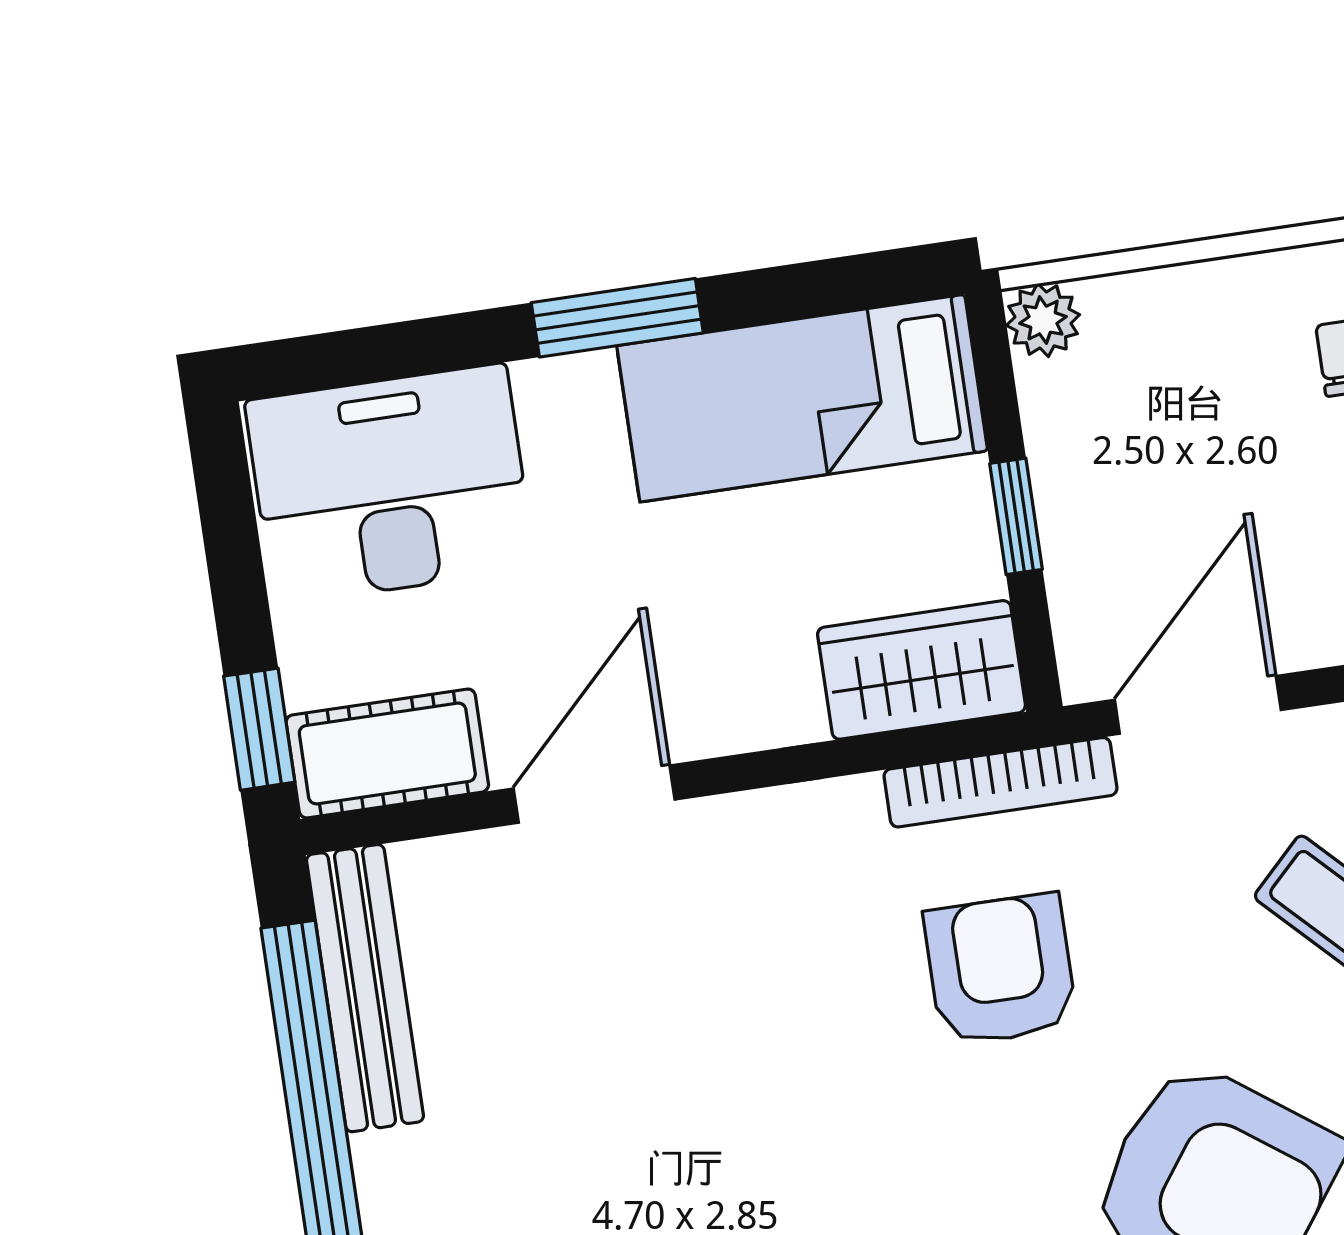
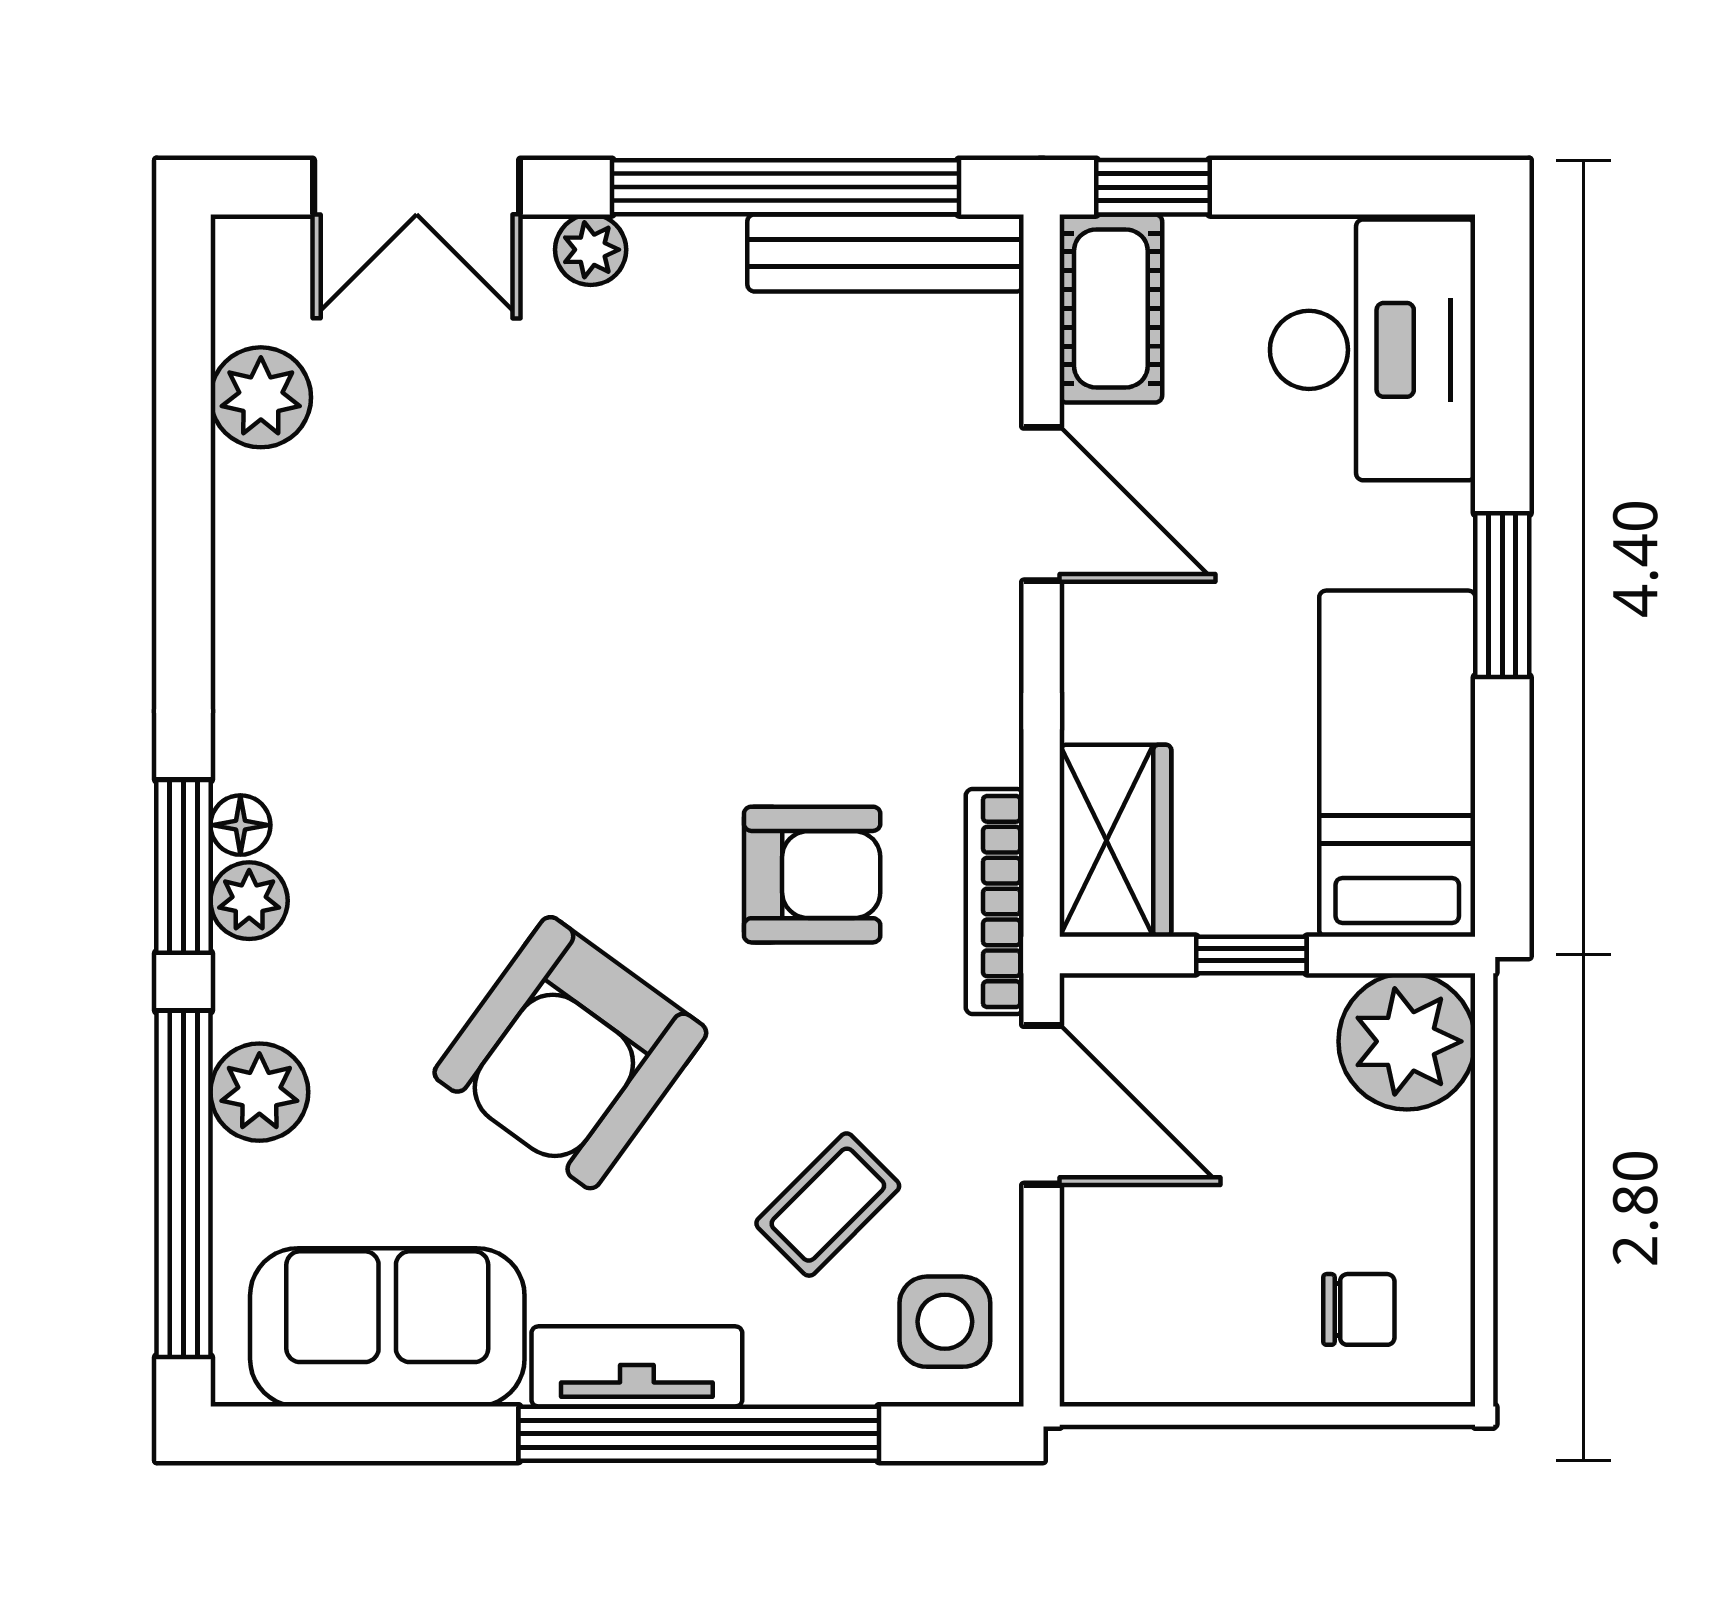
plant: (1043, 320) -> (1407, 1041), width x1.87, depth x1.87

